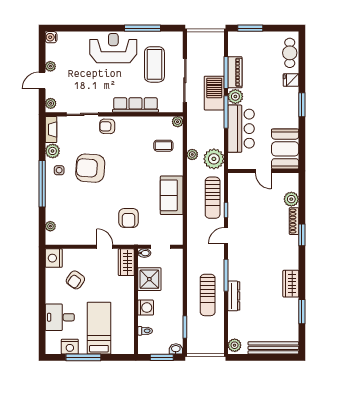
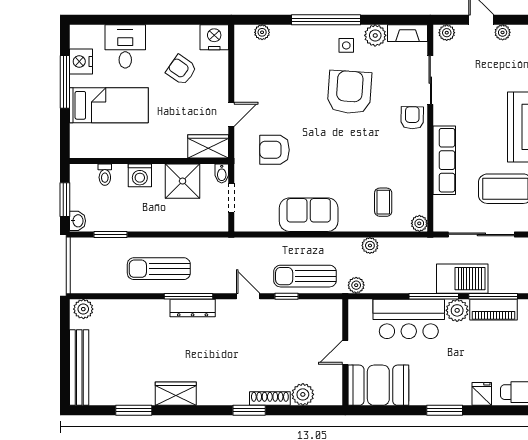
plant: (214, 159) -> (356, 285), width x0.53, depth x0.53
dresser: (234, 296) -> (193, 308), moved

